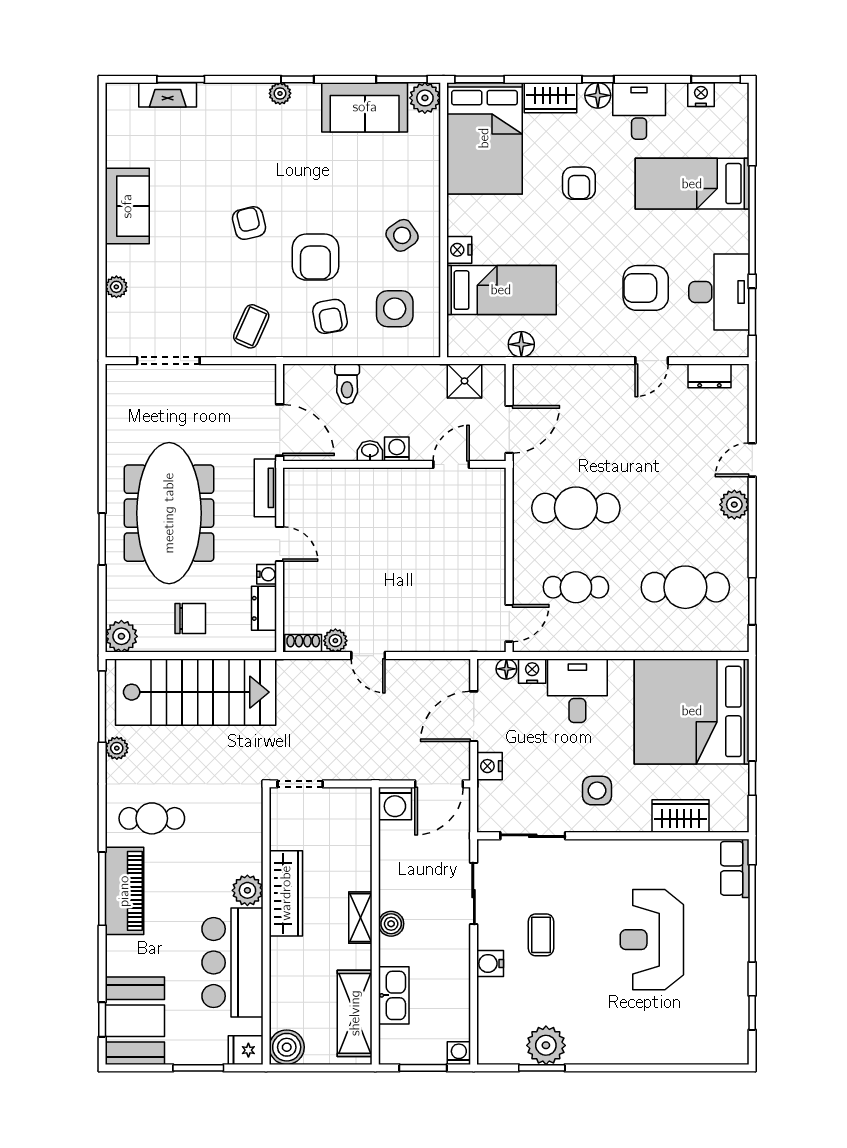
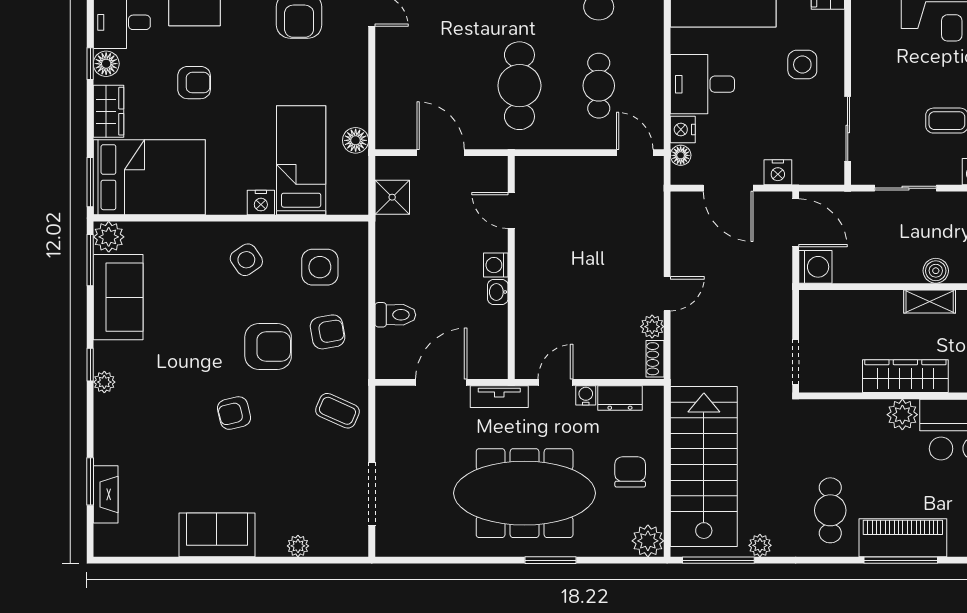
washing machine: (397, 449) -> (496, 265), moved
washbasin: (370, 451) -> (498, 292), moved
wall: (394, 464) -> (511, 267), moved
door: (451, 464) -> (511, 211), moved

